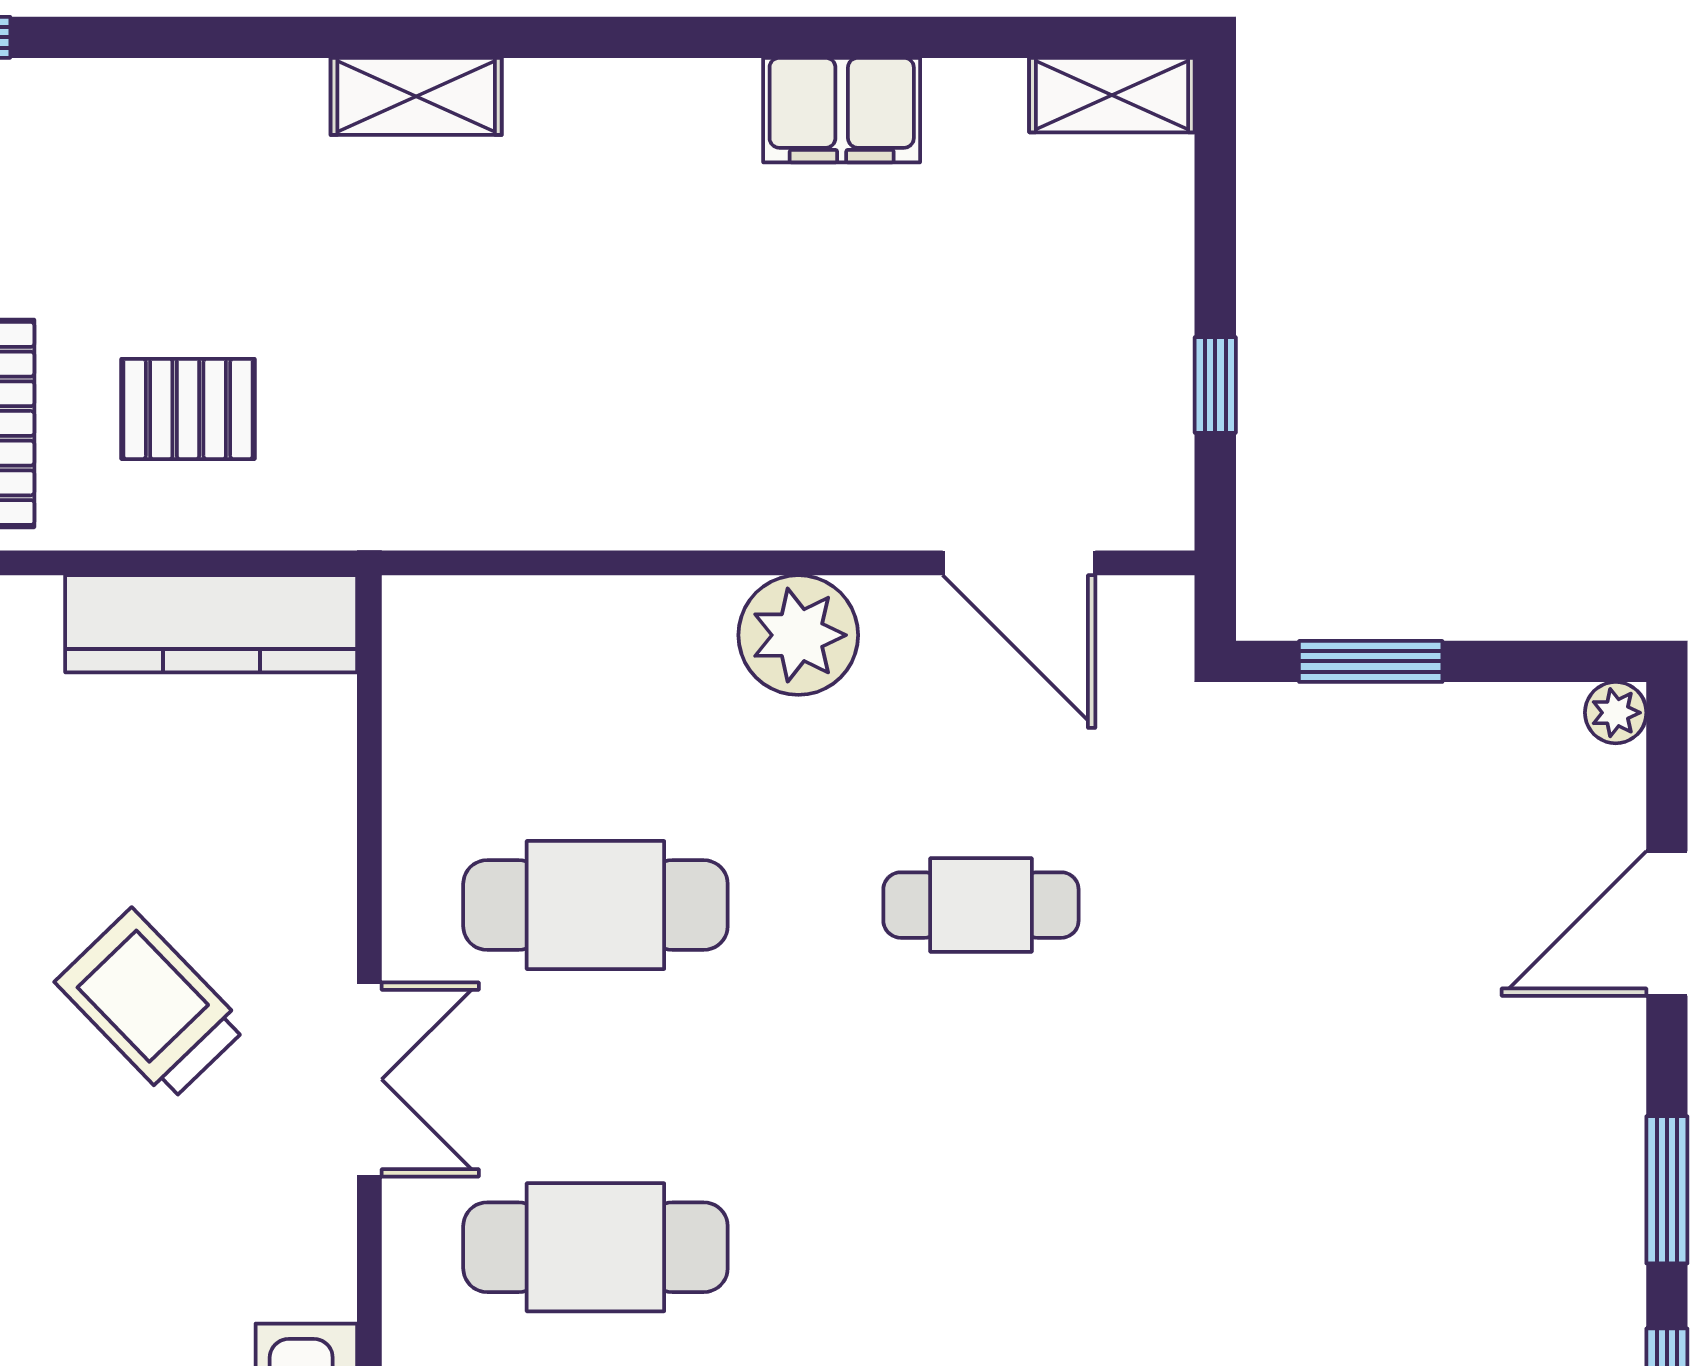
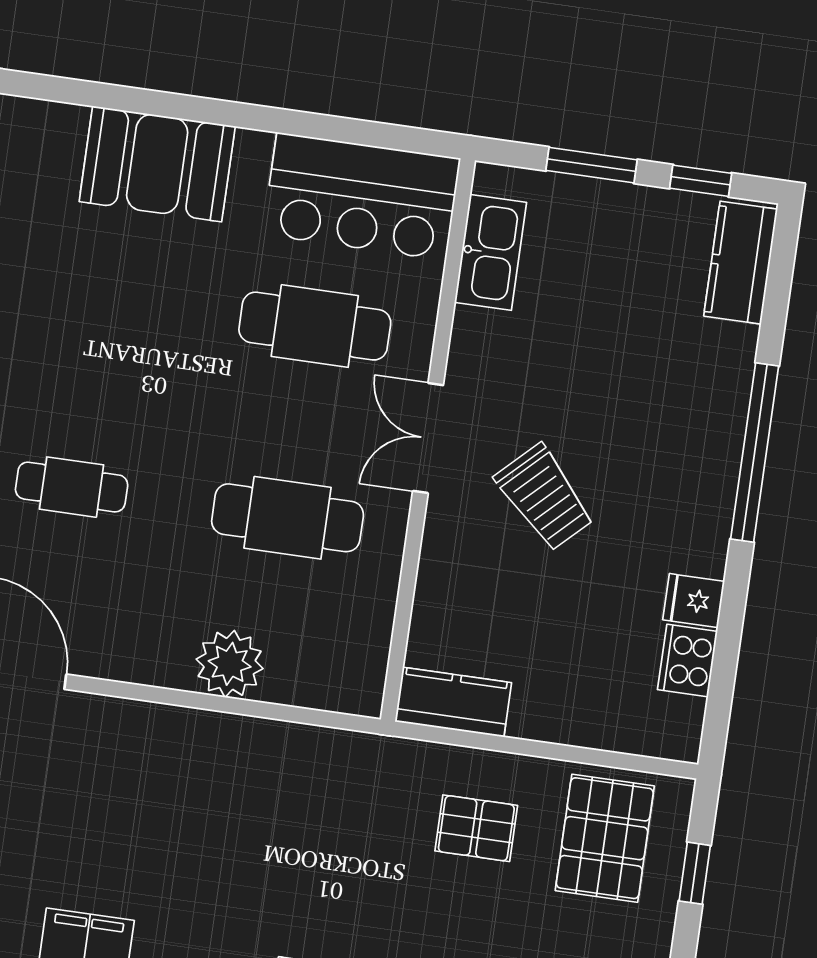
kitchen counter: (211, 624) -> (453, 702), width x0.67
plant: (798, 635) -> (230, 664), moved

